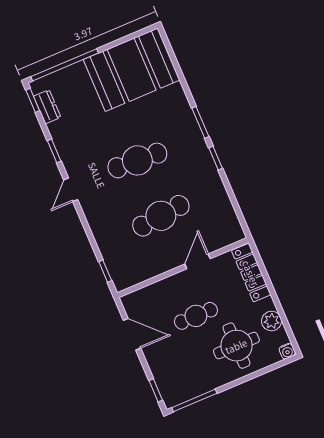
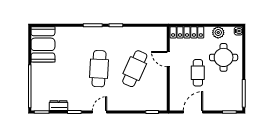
booth: (132, 70) -> (43, 44), width x0.73, depth x0.70
dresser: (47, 107) -> (59, 106), moved
door: (71, 190) -> (100, 112), swing flipped
cafe table: (161, 216) -> (135, 69), turned 30

